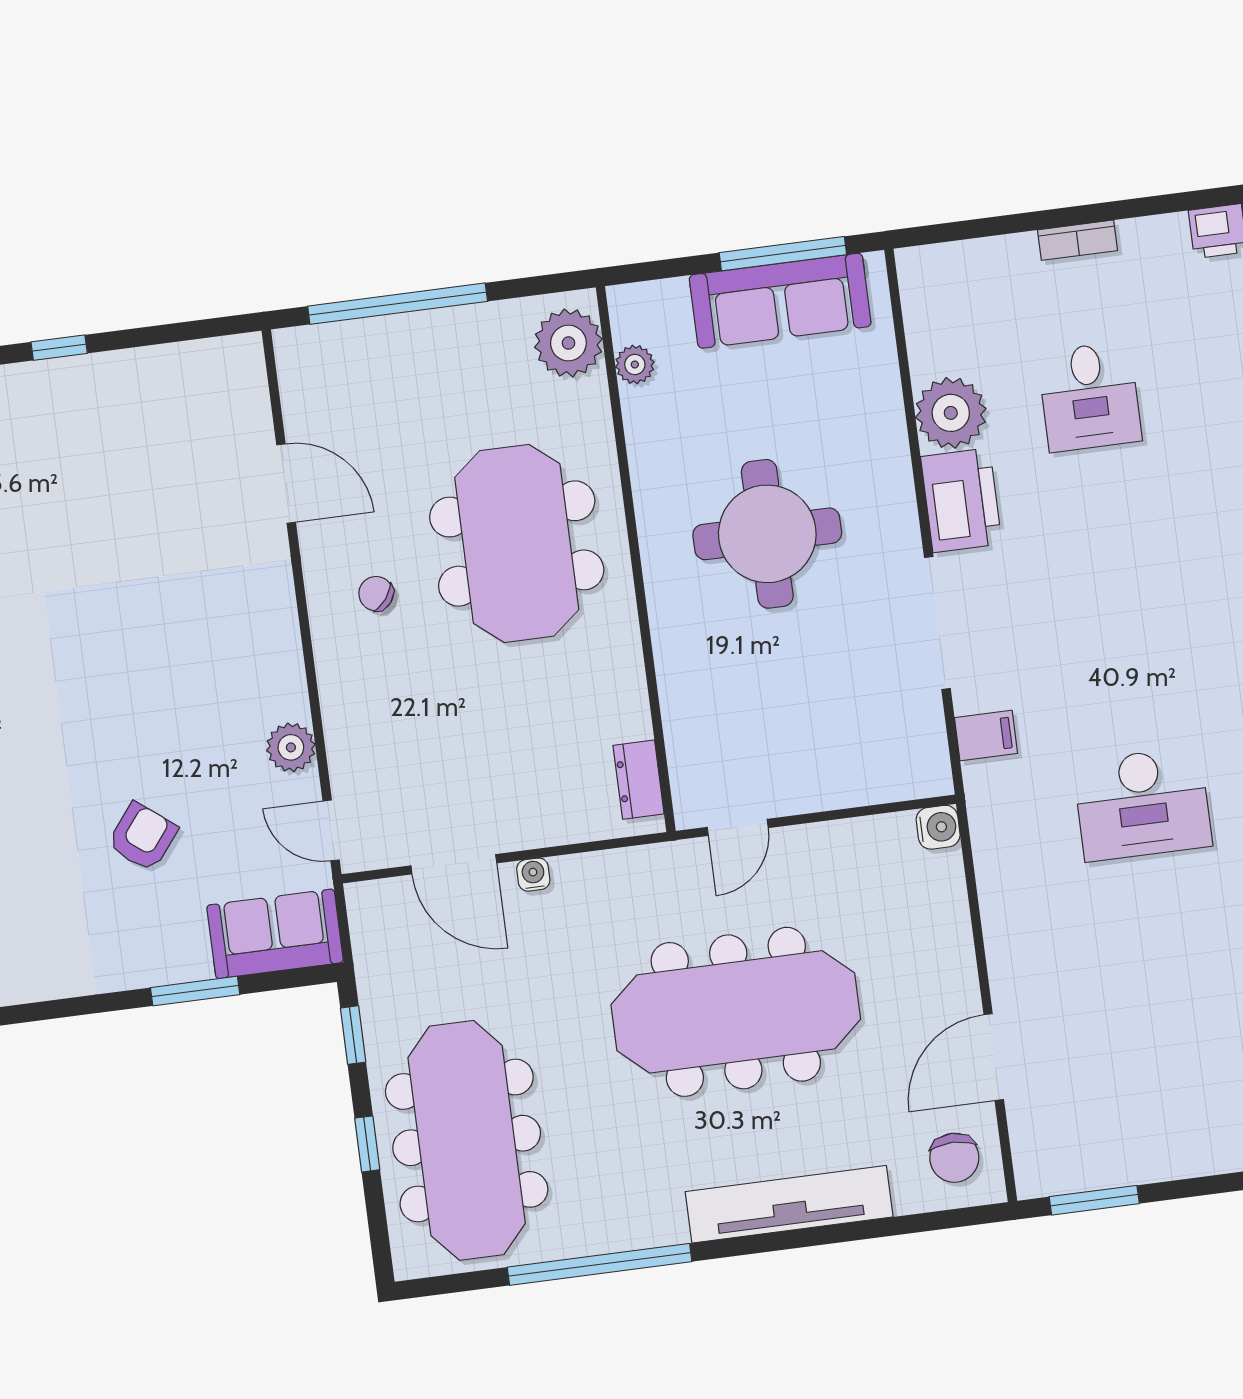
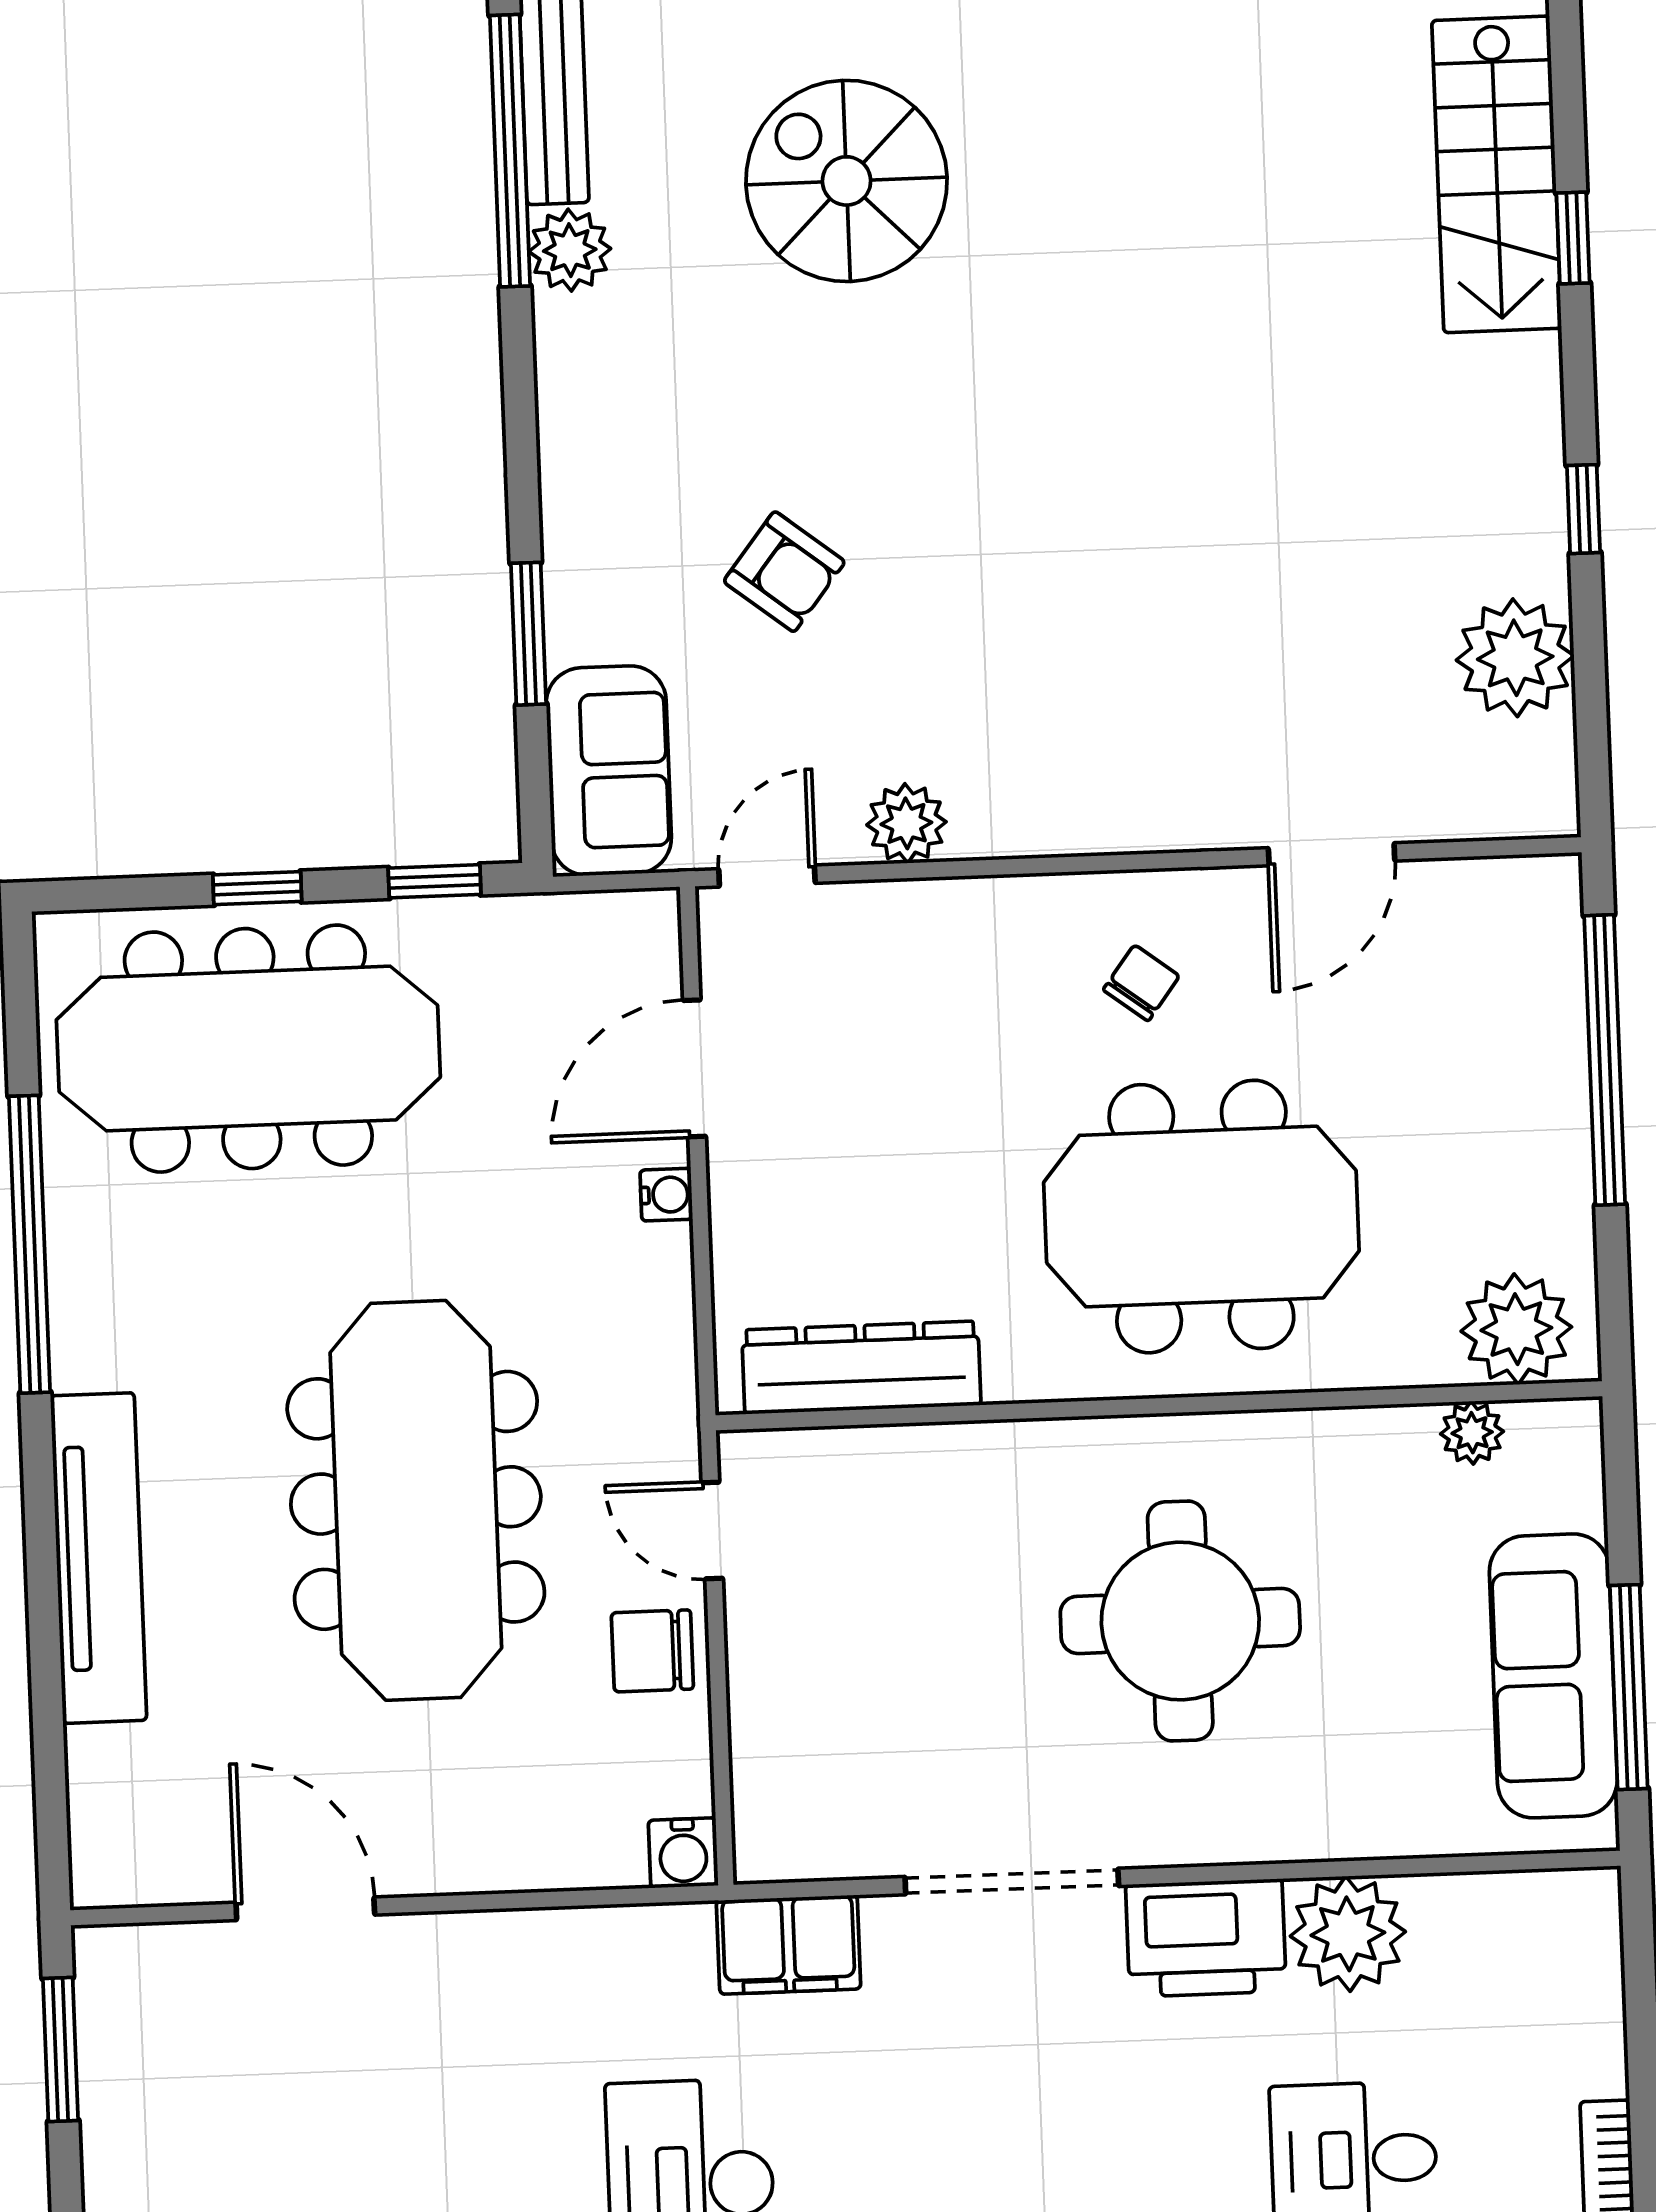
plant: (155, 381) -> (1515, 658), added
filing cabinet: (986, 736) -> (789, 1945), width x2.00
dresser: (639, 780) -> (861, 1368), width x1.96, depth x1.24
chair: (954, 1158) -> (652, 1651), moved

